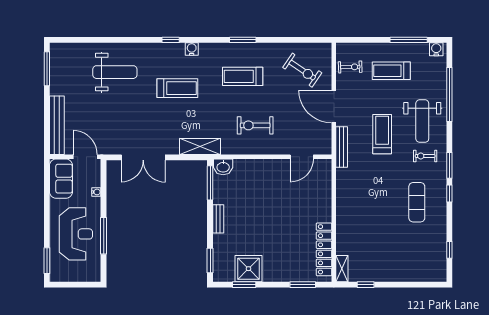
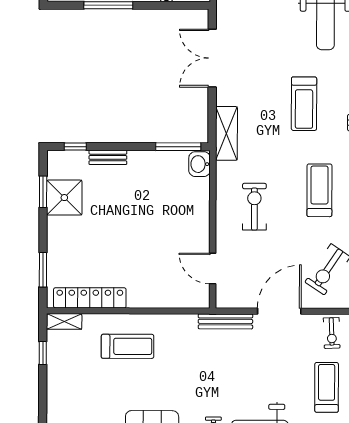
treadmill: (382, 134) -> (128, 346), moved
bench: (218, 219) -> (108, 157), moved
window: (210, 260) -> (75, 147), width x0.67

